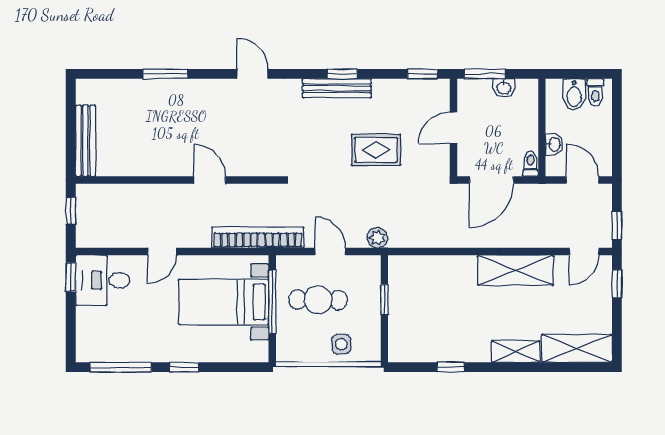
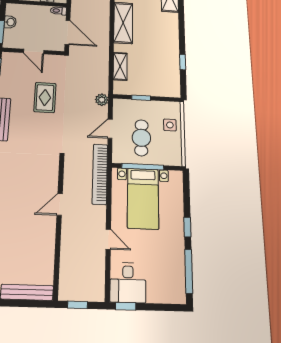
shelving: (516, 352) -> (120, 66), moved

